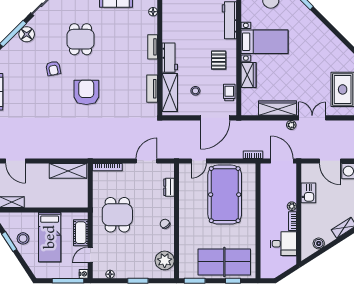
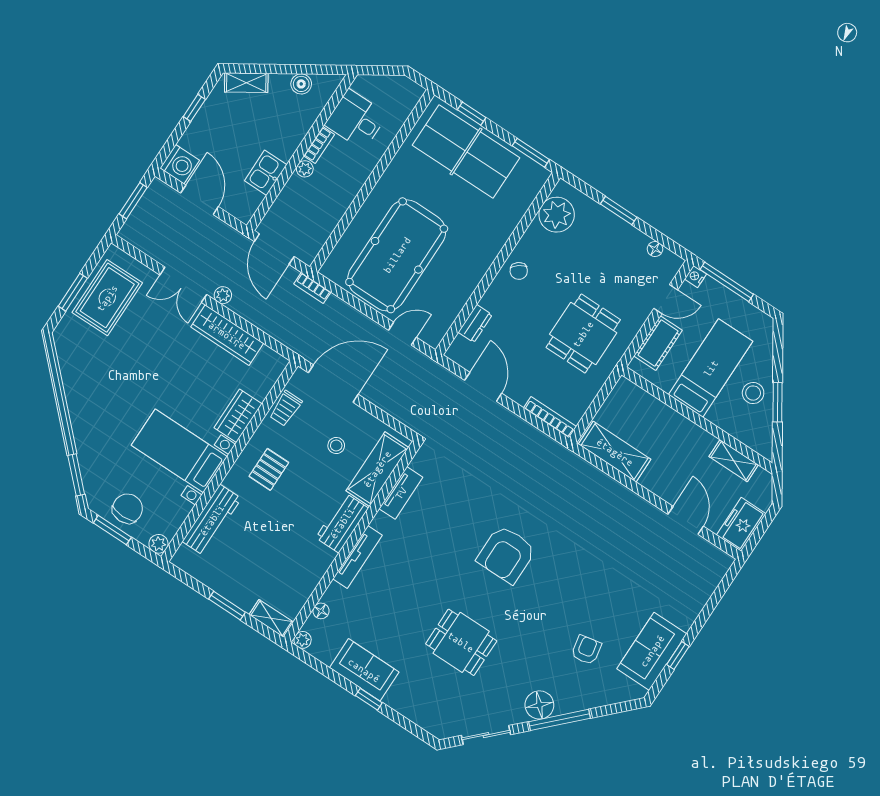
dining table: (81, 39) -> (461, 642), turned 90
tv unit: (153, 47) -> (357, 557), width x1.41
armchair: (53, 68) -> (586, 650), moved
door: (147, 161) -> (483, 387), swing flipped

